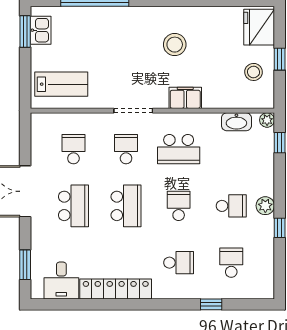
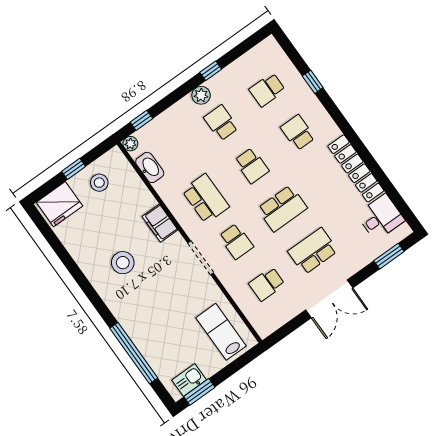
school desk: (126, 149) -> (236, 241), turned -90
school desk: (126, 206) -> (282, 208), turned 180
school desk: (179, 206) -> (252, 166), turned -90

